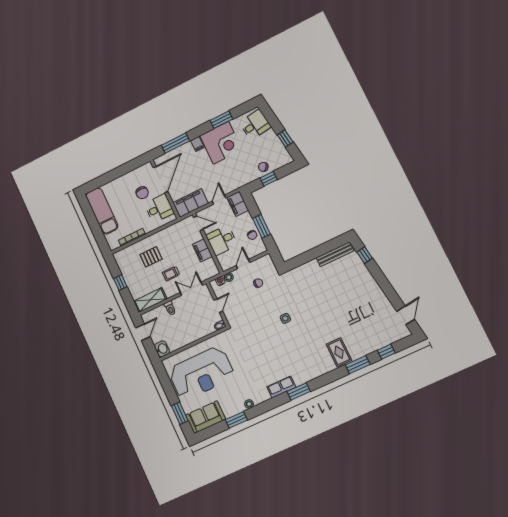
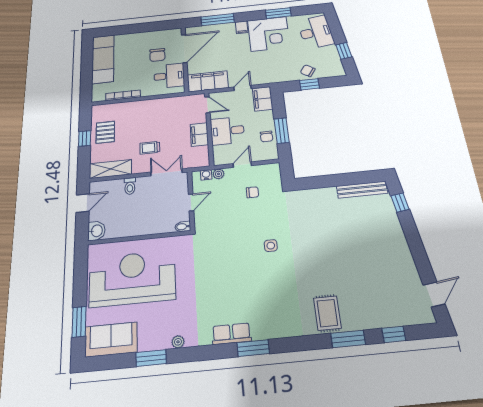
desk: (255, 125) -> (316, 32), width x1.37
pallet: (151, 257) -> (105, 132), moved, turned 90
reception desk: (201, 373) -> (132, 278), turned 180

